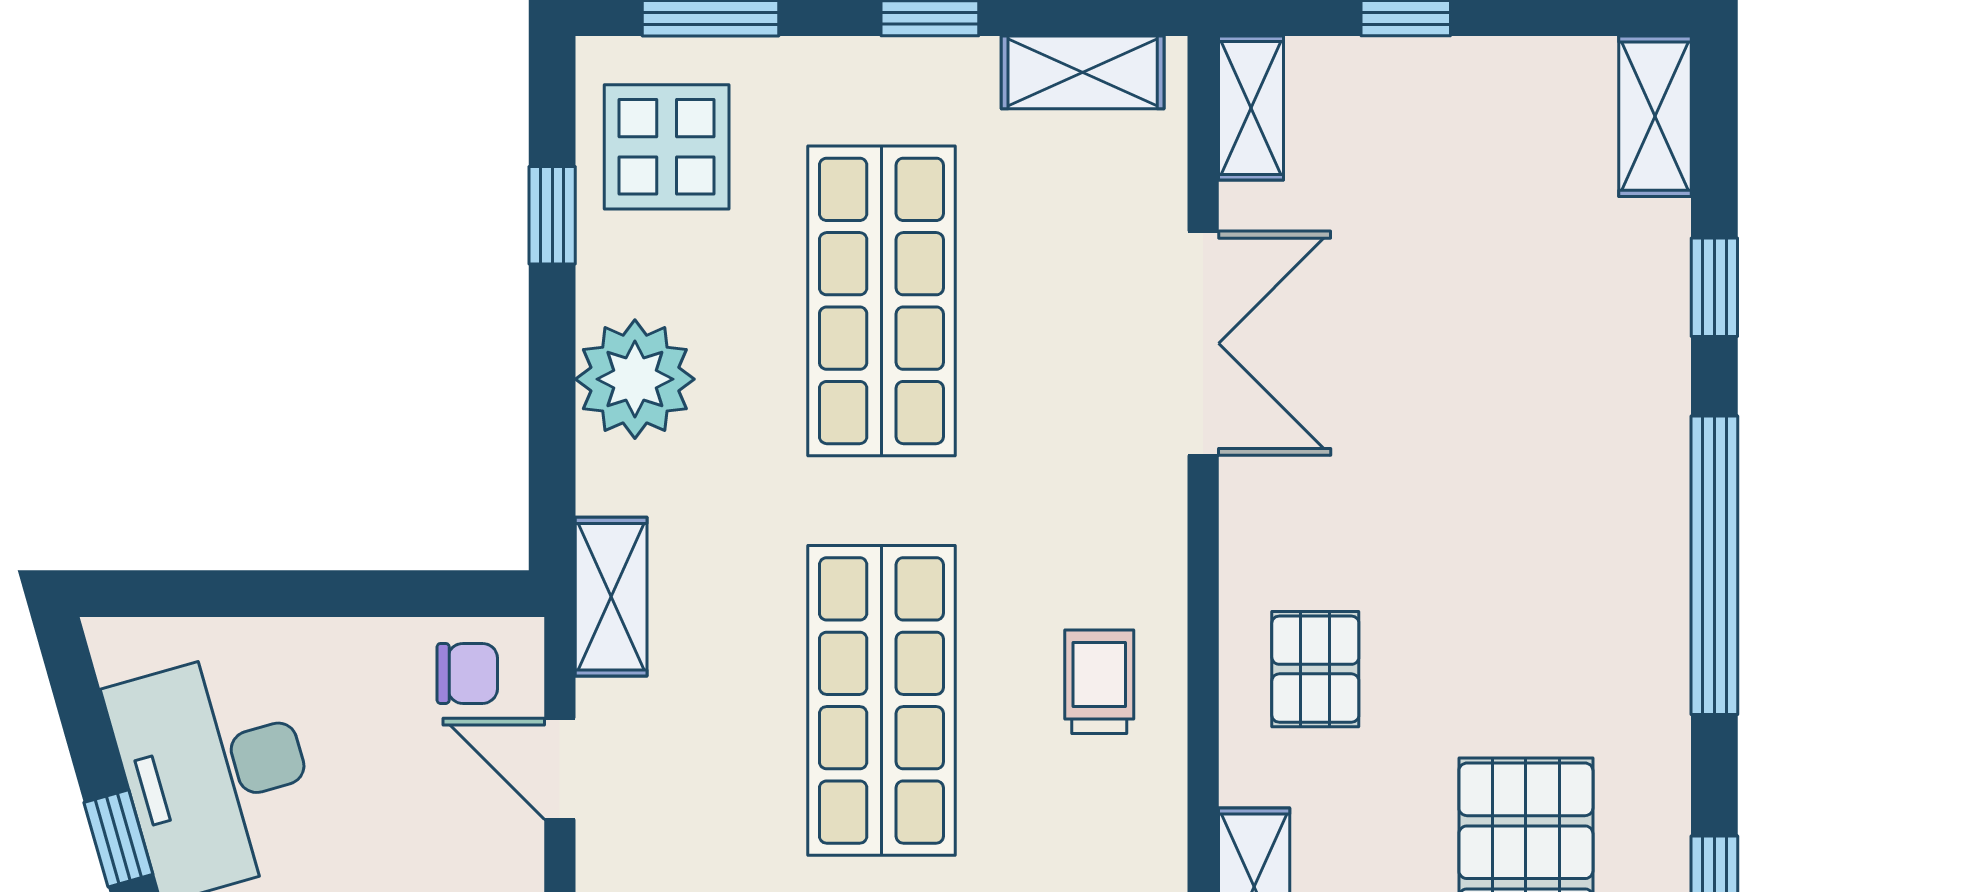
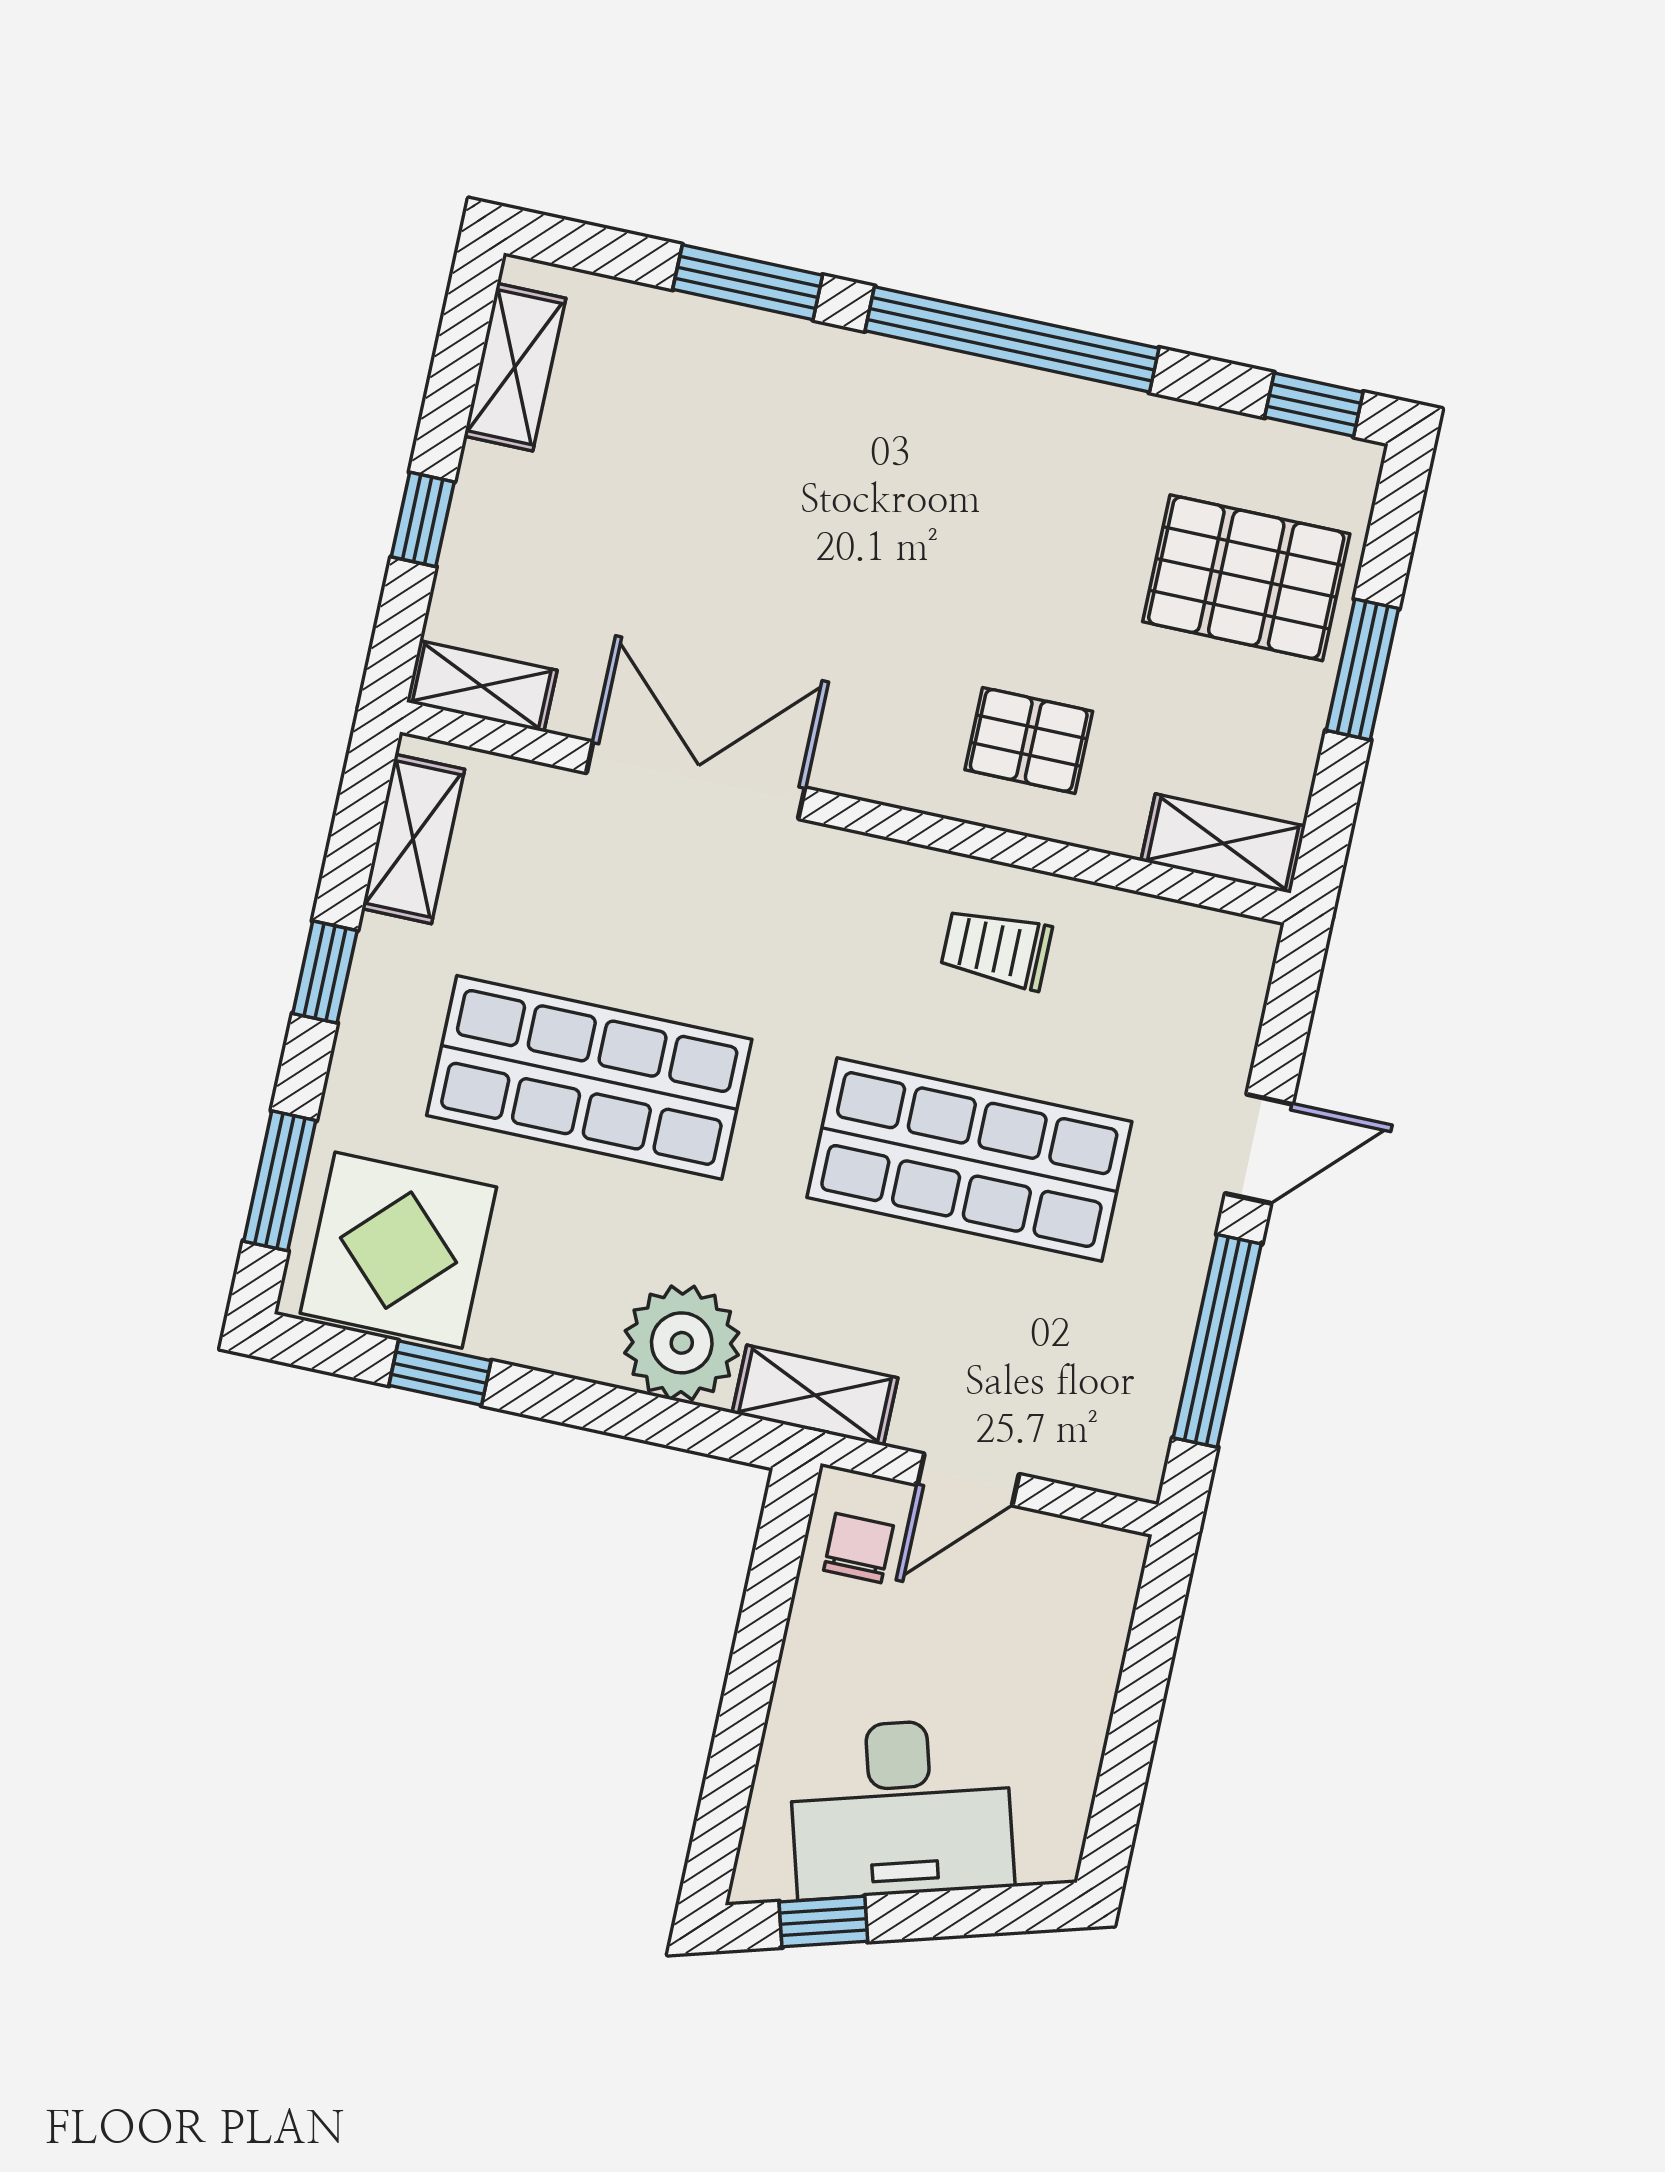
shelving: (1655, 116) -> (515, 367), moved, turned 90
display table: (667, 147) -> (398, 1250), width x1.36, depth x1.36
window: (1714, 287) -> (748, 282), width x1.50
plant: (635, 379) -> (682, 1343), moved
window: (118, 838) -> (823, 1922), moved

